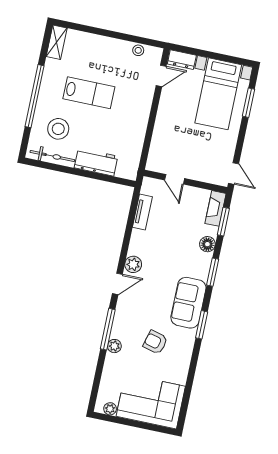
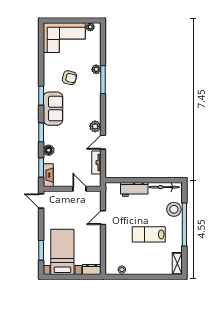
door: (161, 76) -> (103, 218), moved
stool: (58, 129) -> (174, 209), moved
door: (117, 284) -> (103, 142), moved

